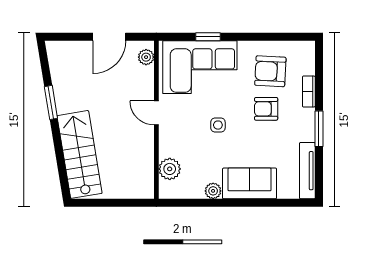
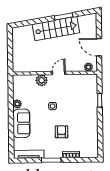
corner sofa: (200, 67) -> (83, 96), removed
armchair: (270, 71) -> (82, 134), removed
stairs: (80, 154) -> (56, 29), moved
plant: (170, 169) -> (42, 80), moved

